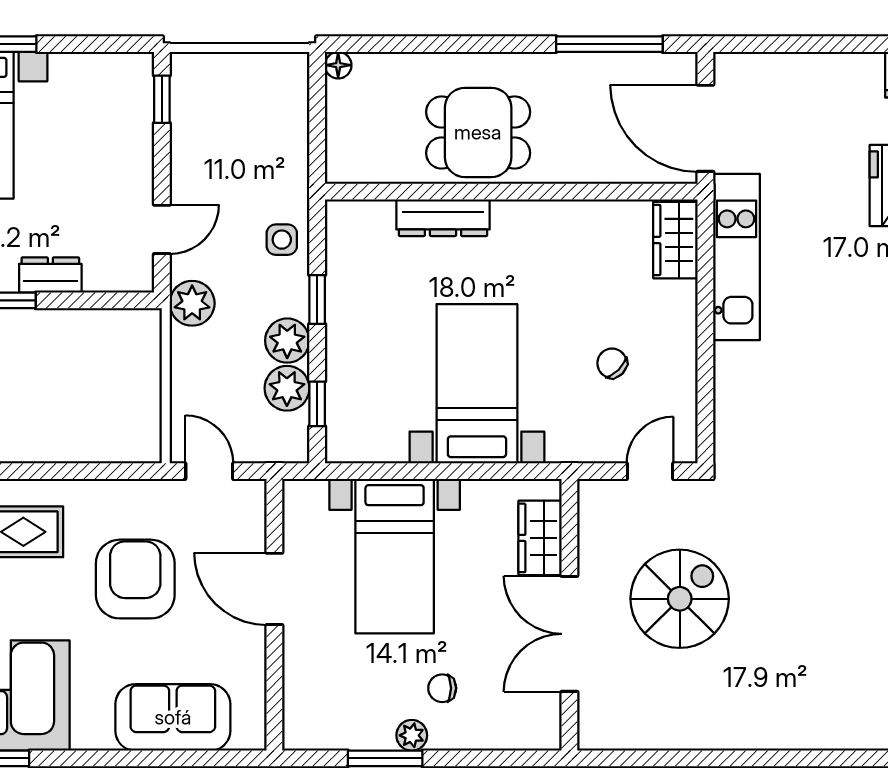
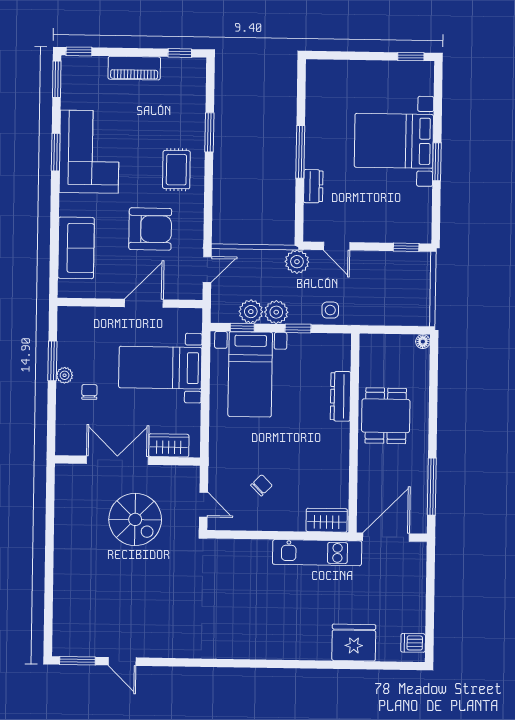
bed with nightstands: (477, 384) -> (250, 374), moved, turned 90

